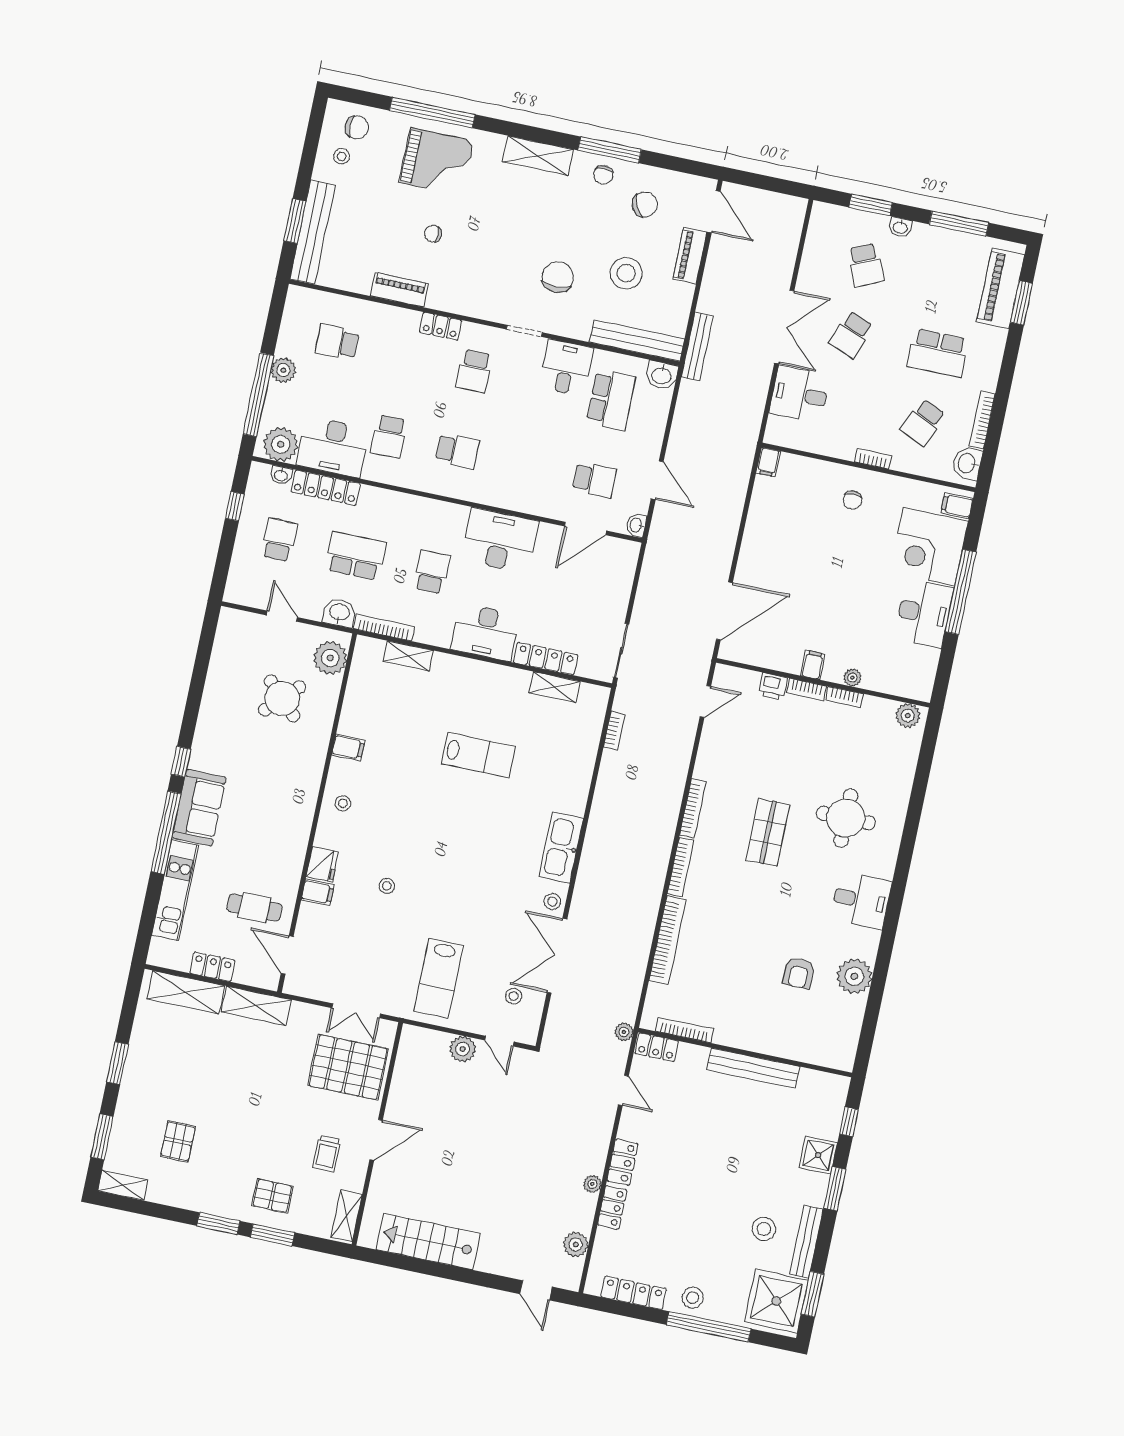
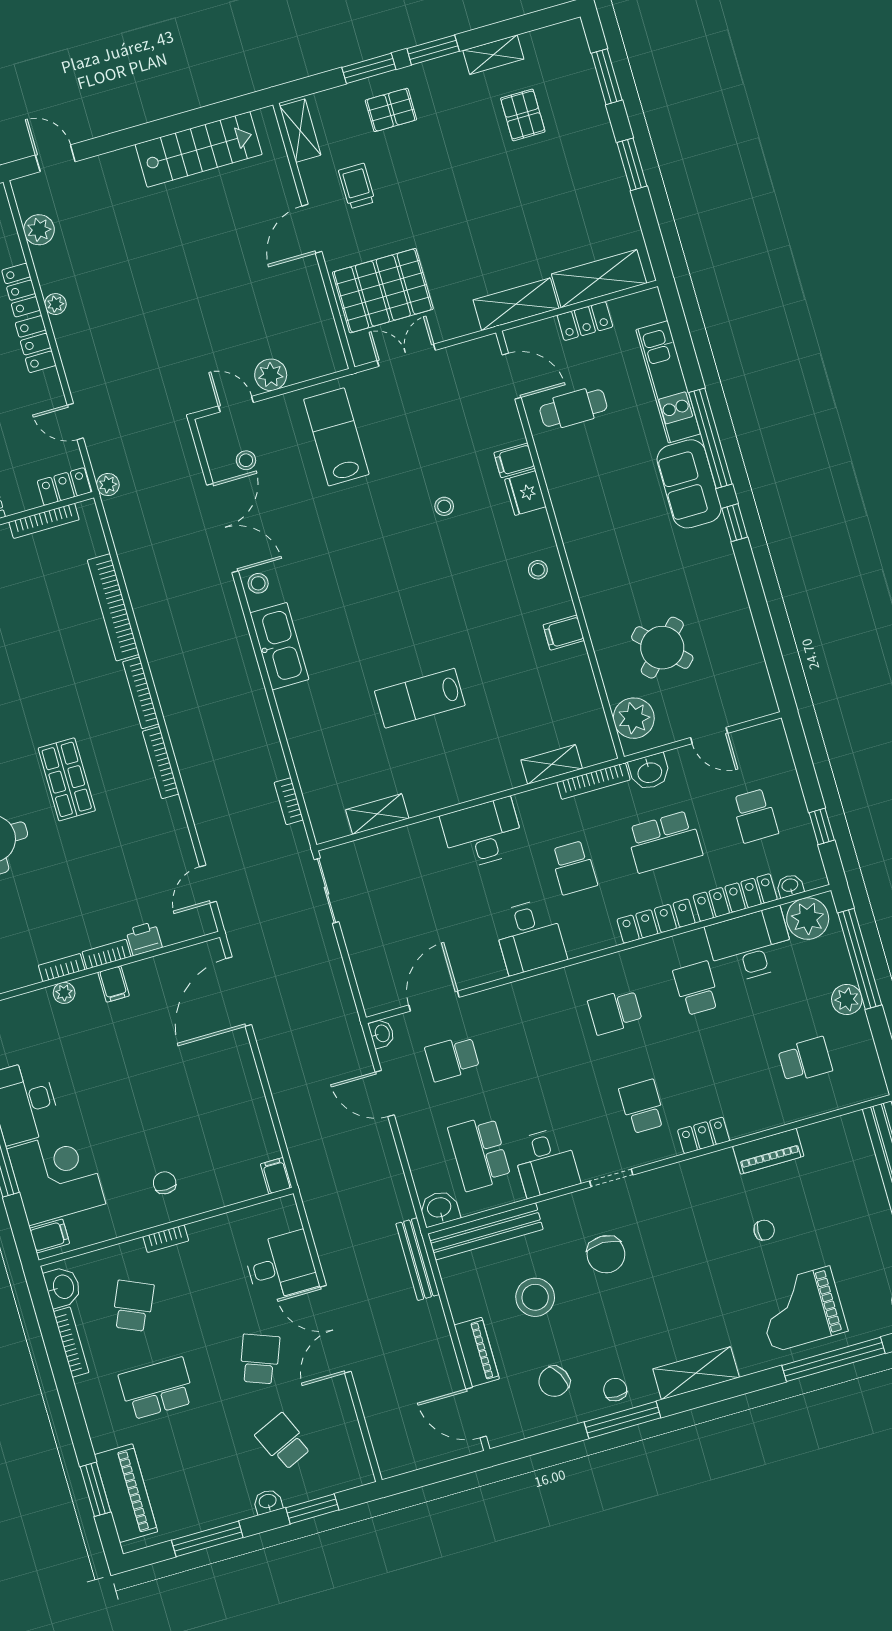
desk: (500, 541) -> (530, 937), width x0.73
locker: (546, 659) -> (656, 921), moved, turned 180
shelving: (123, 1185) -> (493, 55), moved

